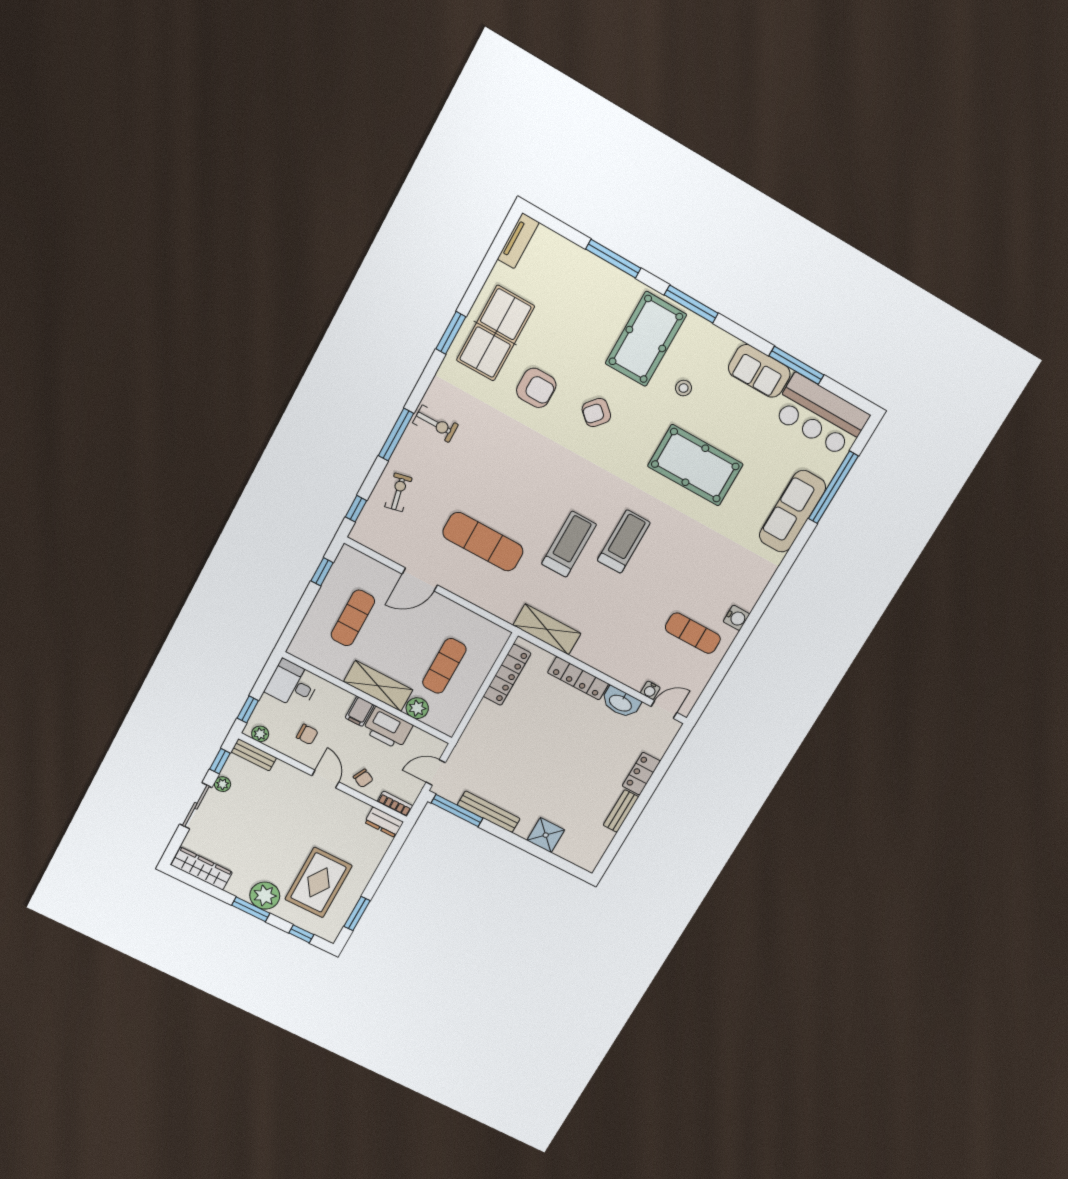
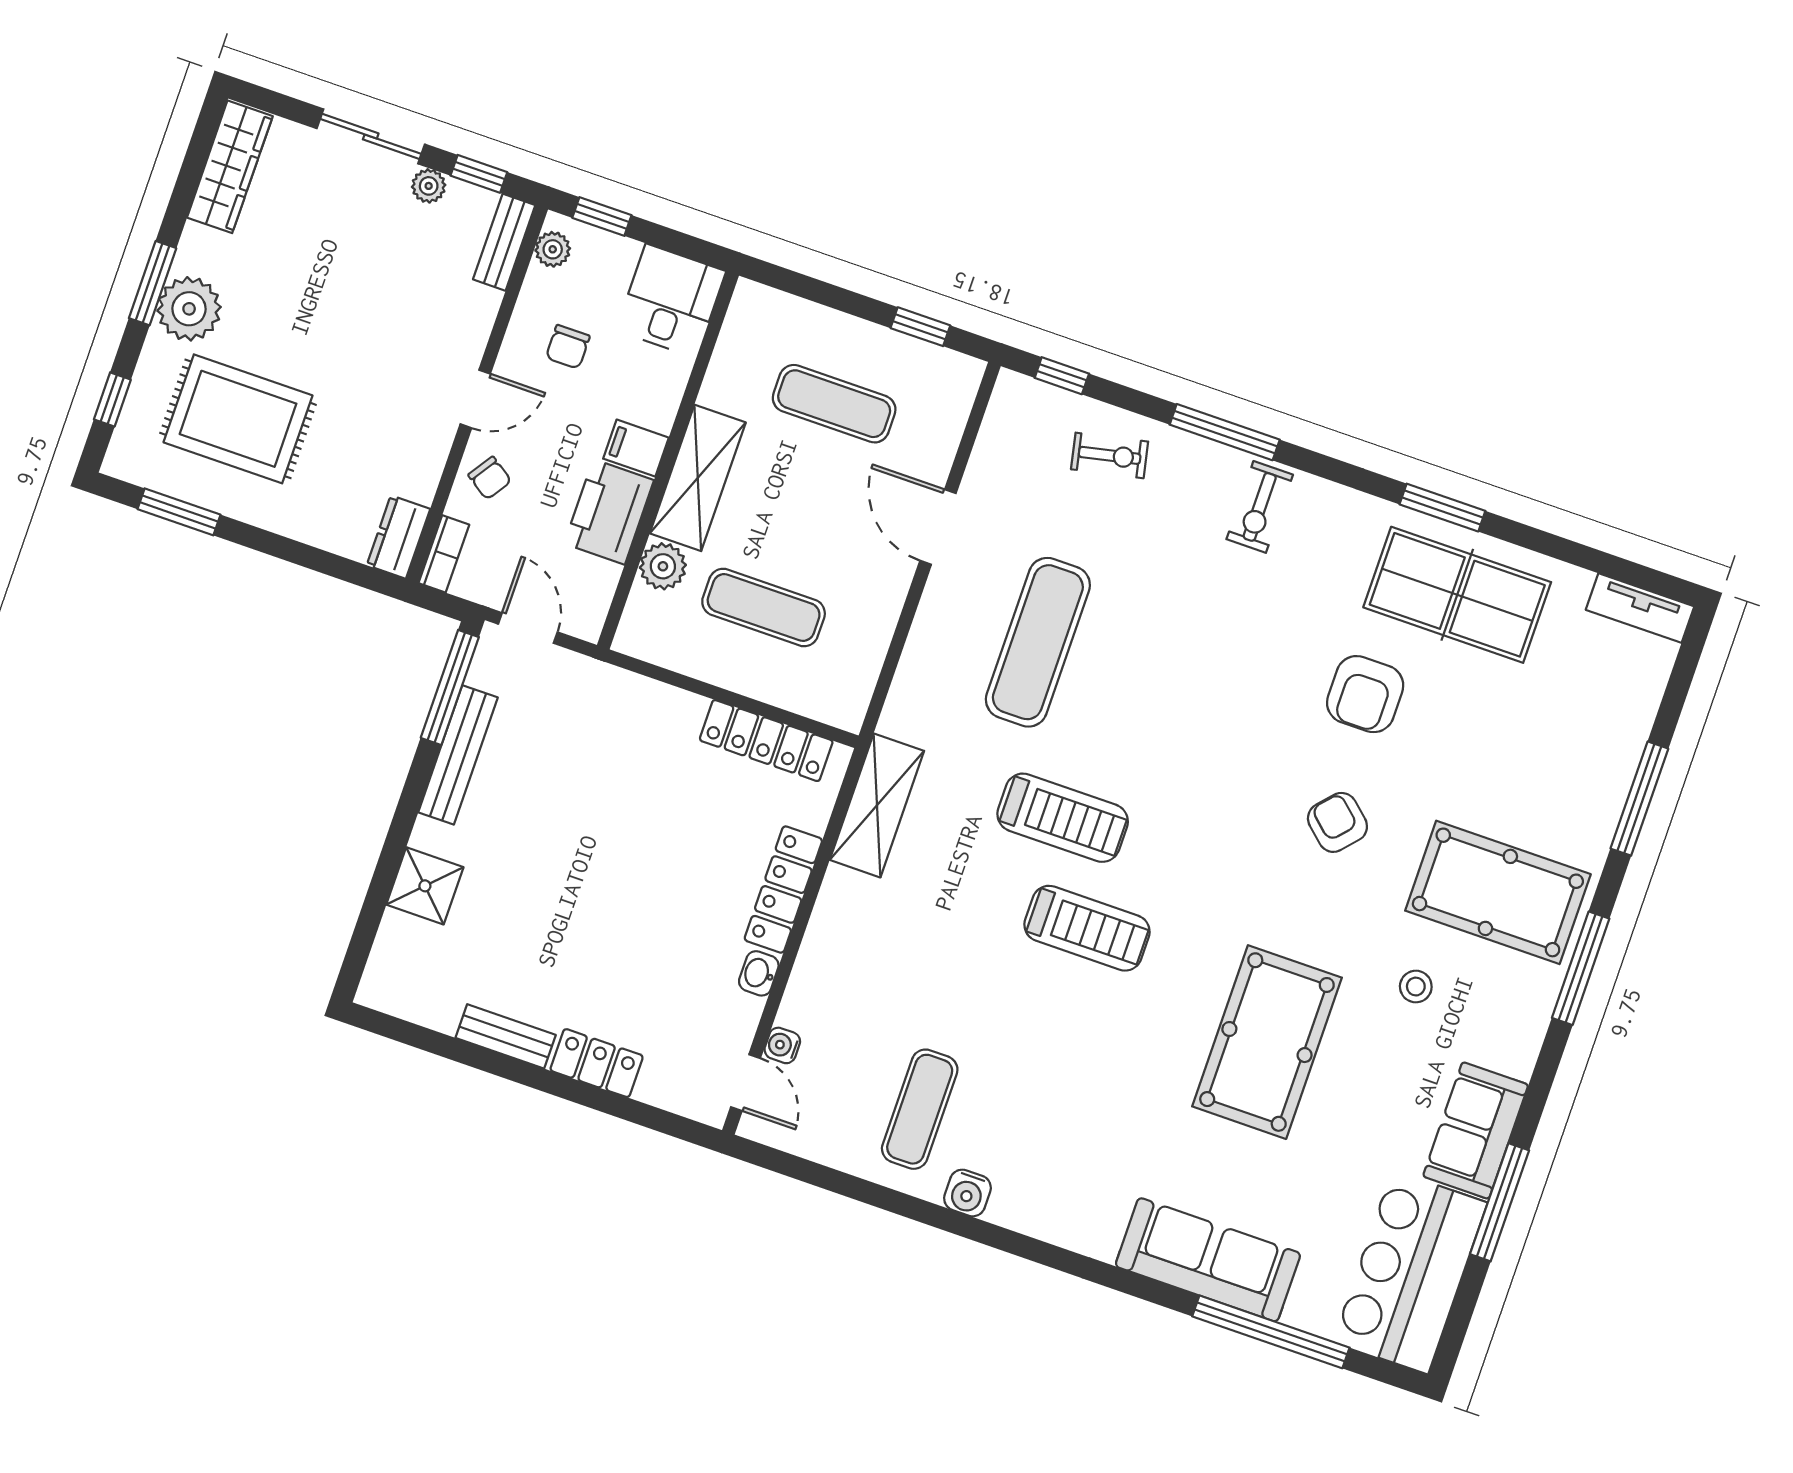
washbasin: (621, 703) -> (759, 973), width x0.52, depth x0.69
chair: (363, 778) -> (490, 478), turned -82

